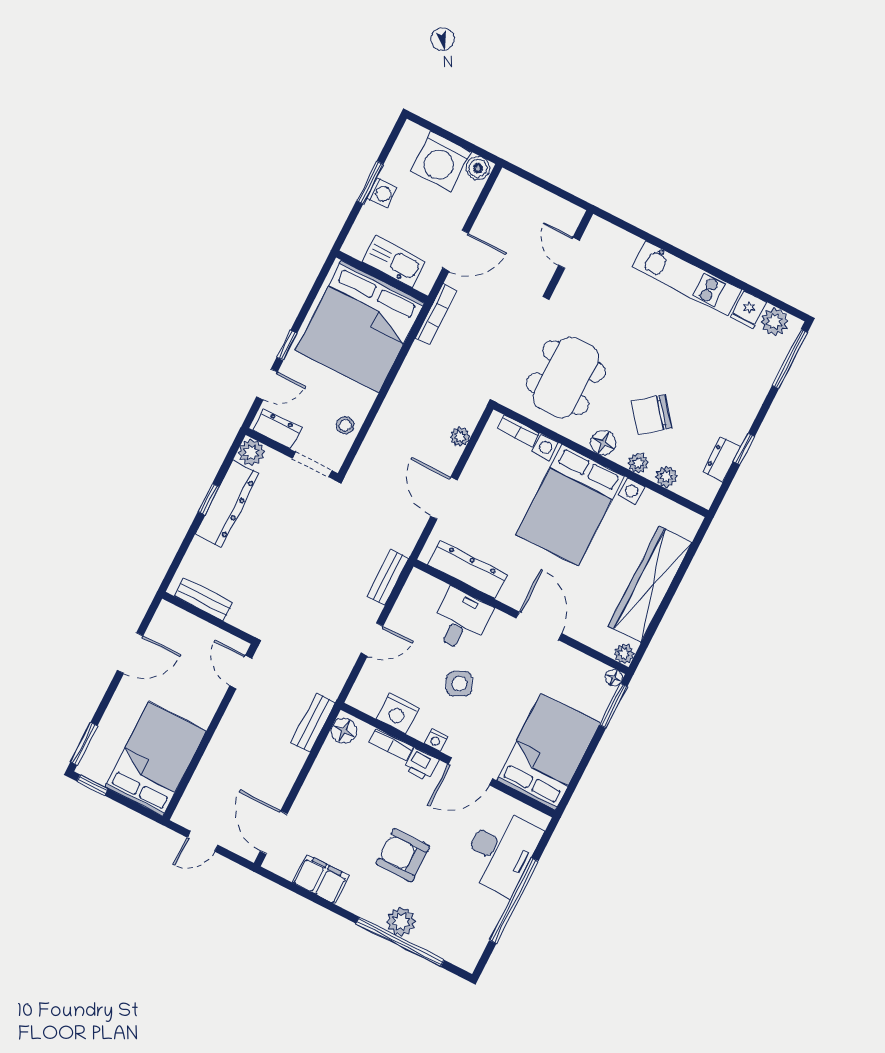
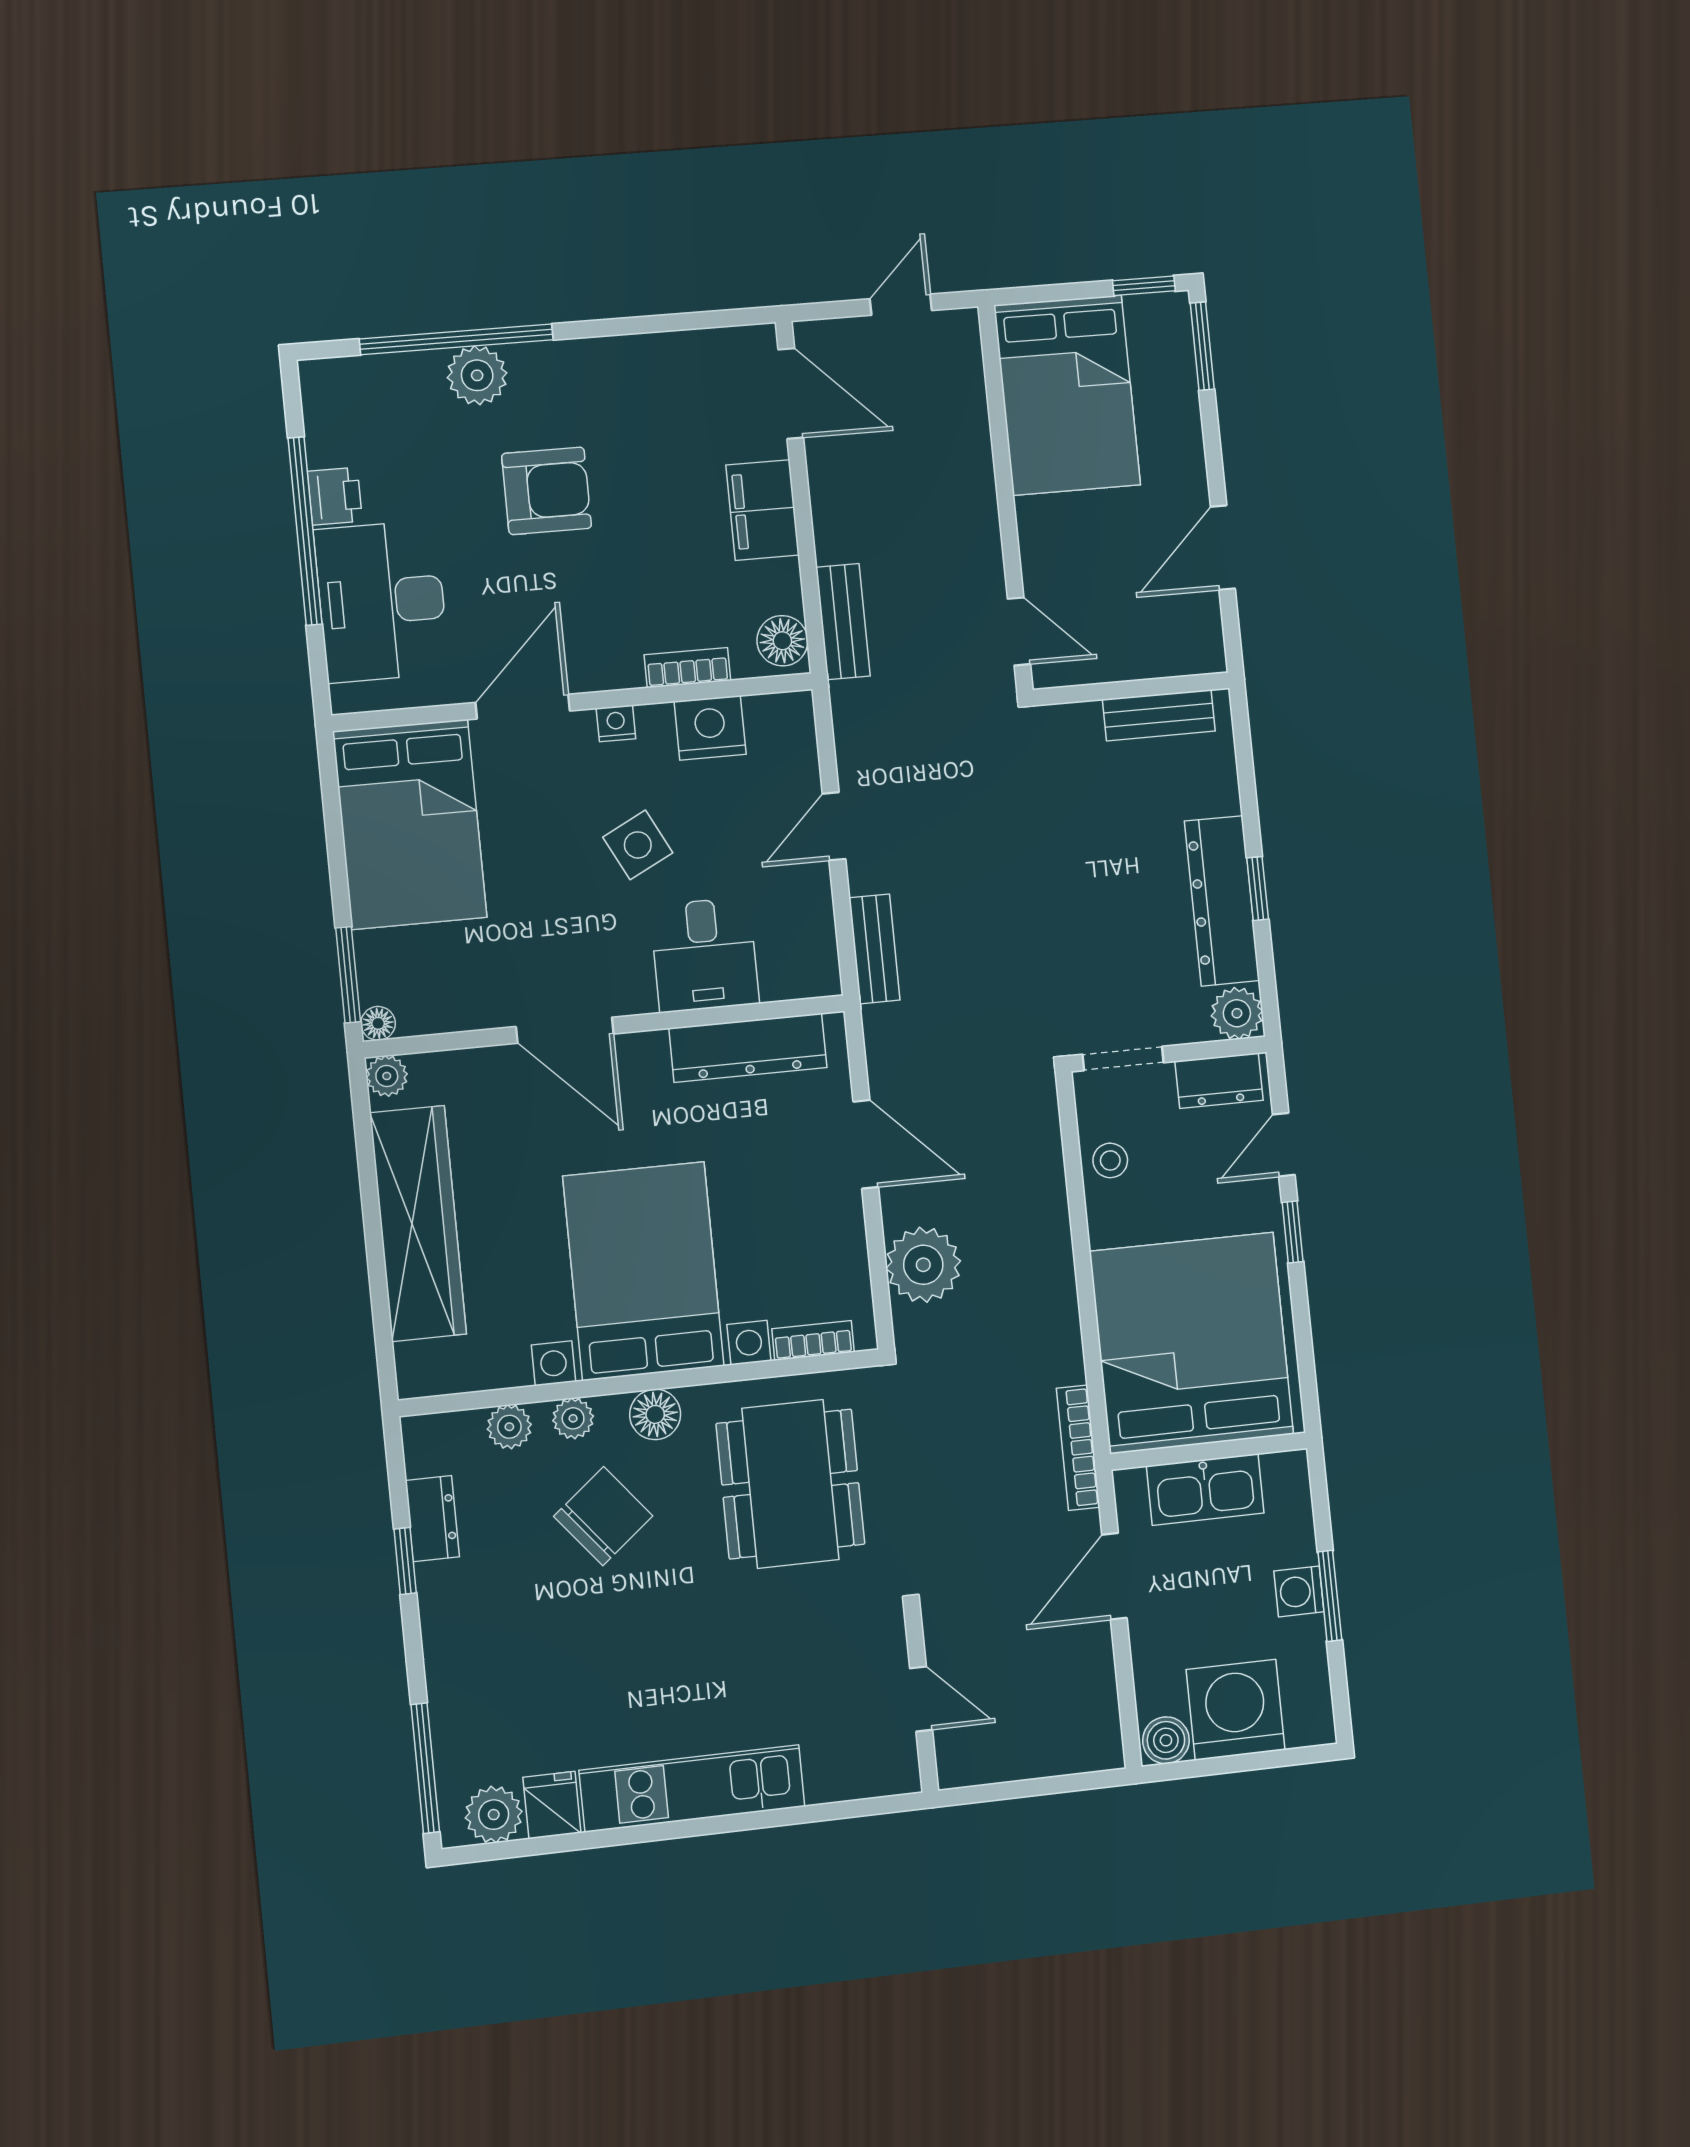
plant: (460, 436) -> (923, 1265), width x1.88, depth x1.88
printer: (421, 764) -> (335, 496), moved, turned 90
filing cabinet: (321, 879) -> (763, 510), moved, turned 90

